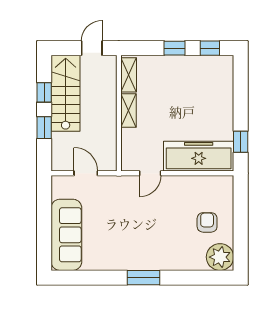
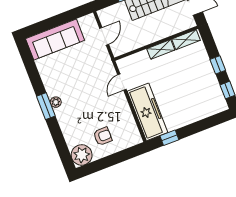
door: (150, 173) -> (122, 82), hinge flipped
plant: (143, 264) -> (56, 102), added

